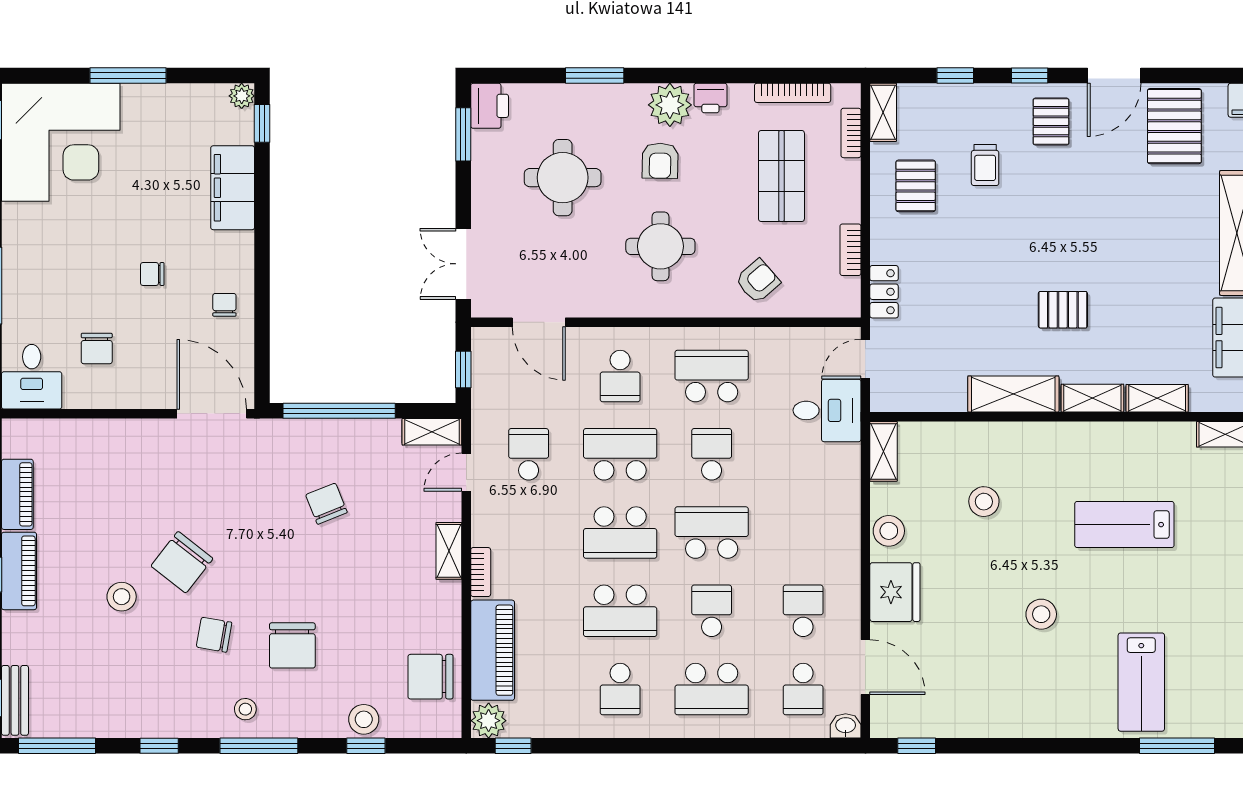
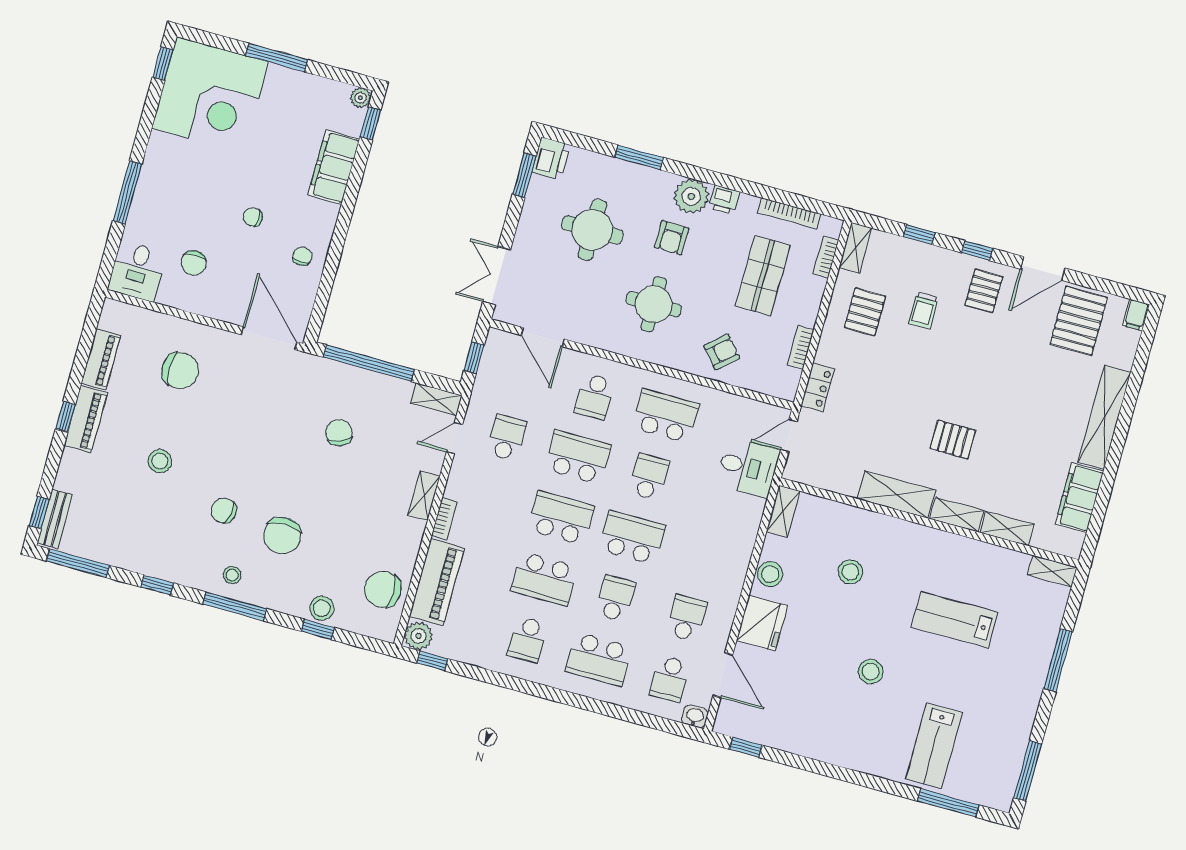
school desk: (620, 533) -> (561, 518), turned 180
chair: (182, 562) -> (180, 371), moved, turned -128

